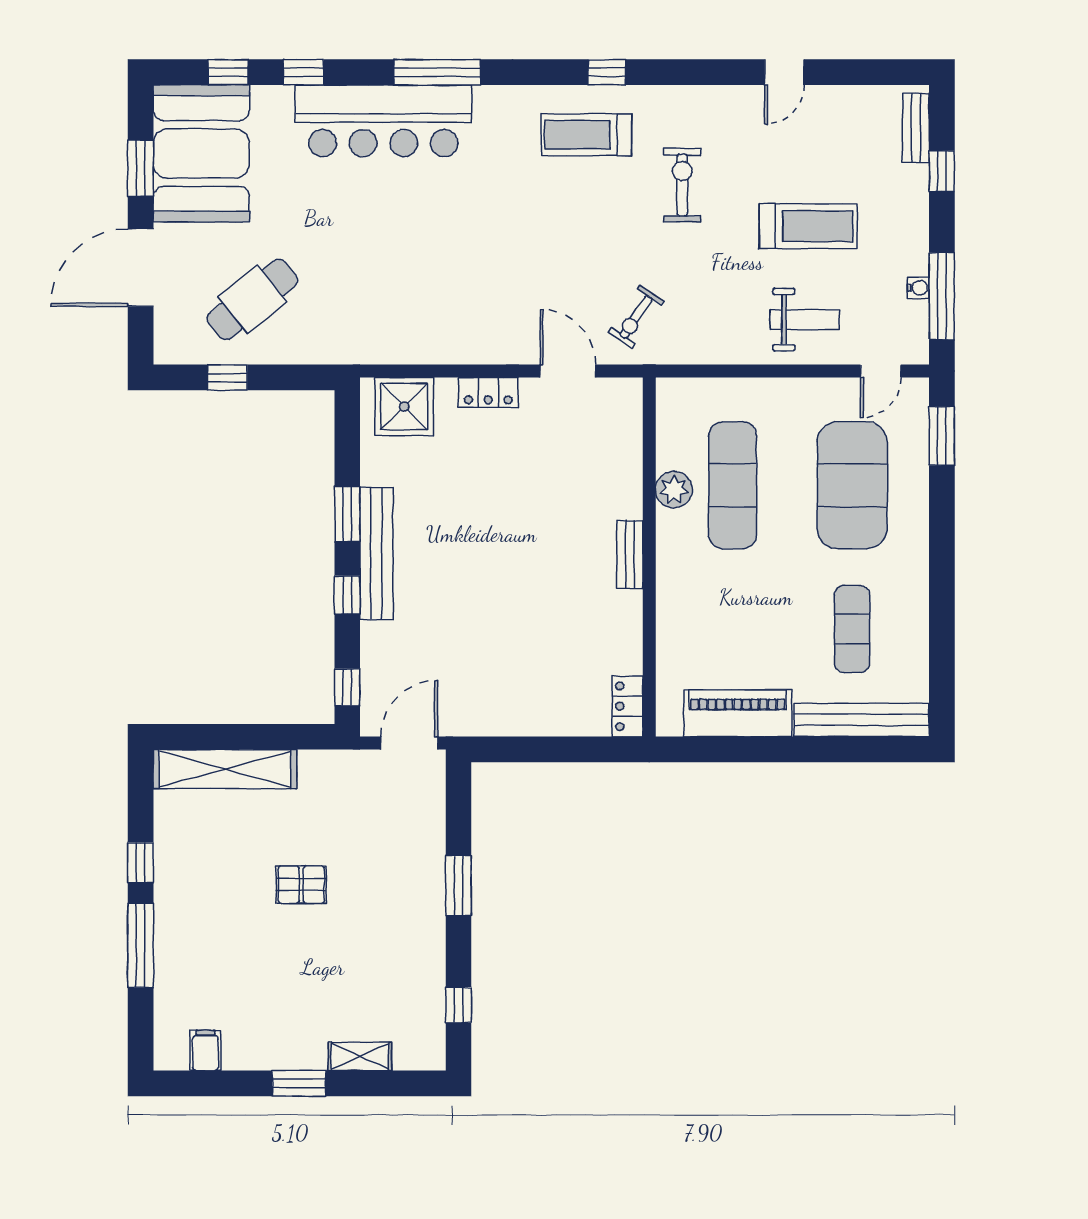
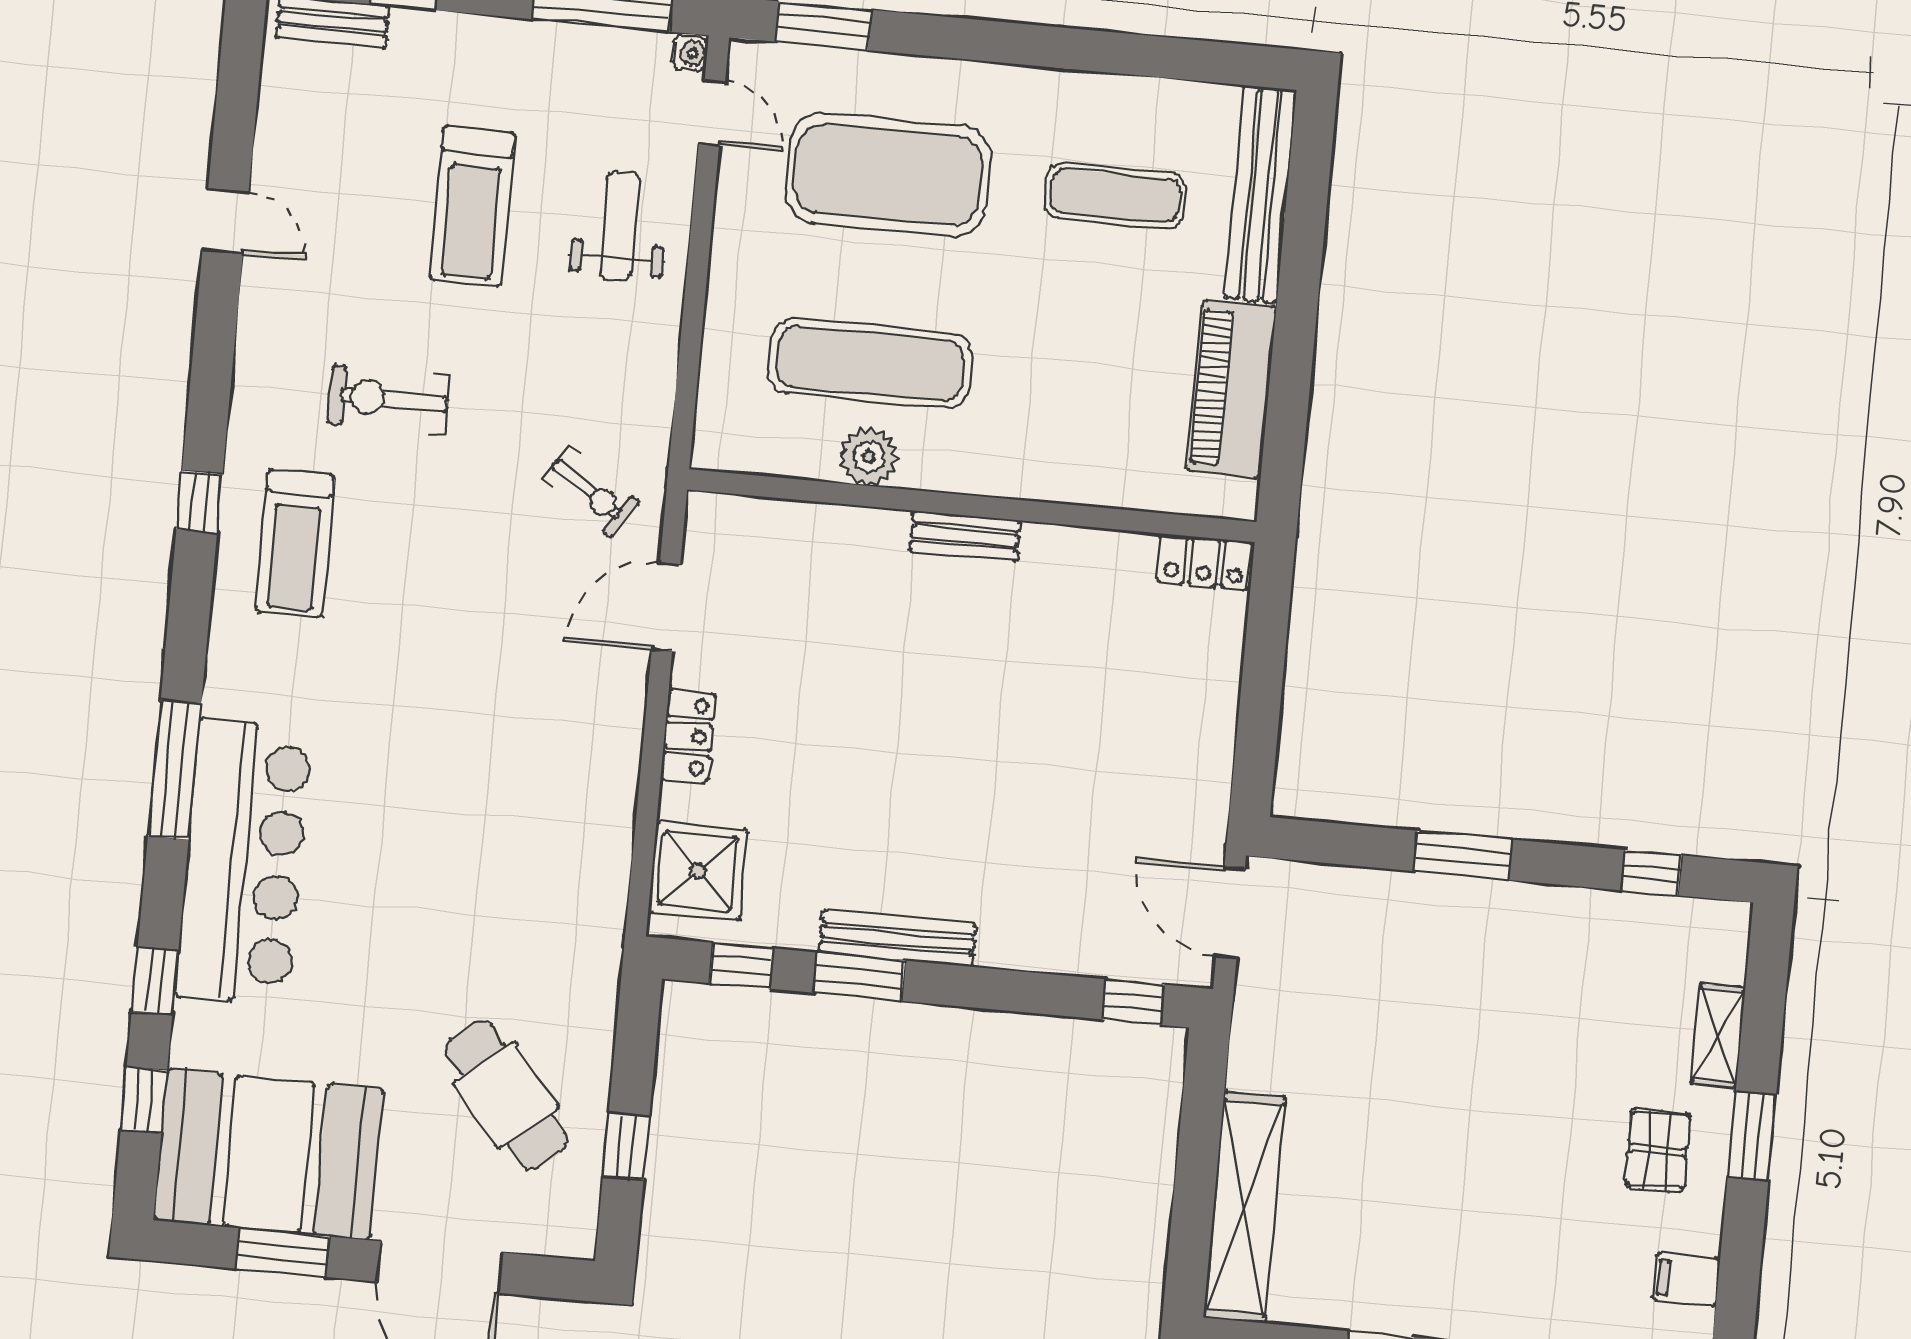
treadmill: (808, 226) -> (472, 206), turned 180
water cooler: (918, 288) -> (690, 53), moved, turned 90
bench: (376, 553) -> (897, 938), width x0.73, depth x0.82
window: (347, 595) -> (742, 966), moved
pallet: (301, 885) -> (1658, 1150), moved

